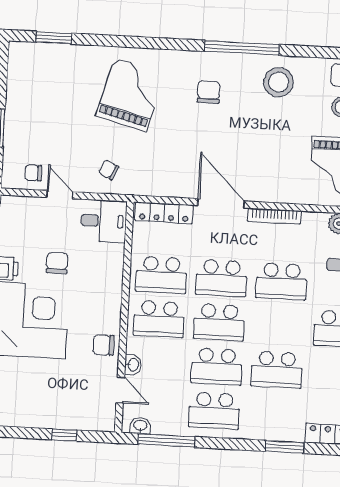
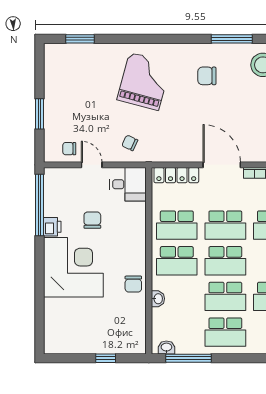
window: (242, 48) -> (232, 39), width x0.68
chair: (209, 92) -> (207, 76), turned -90
chair: (104, 345) -> (133, 284), turned -90
door: (120, 390) -> (149, 320), removed

